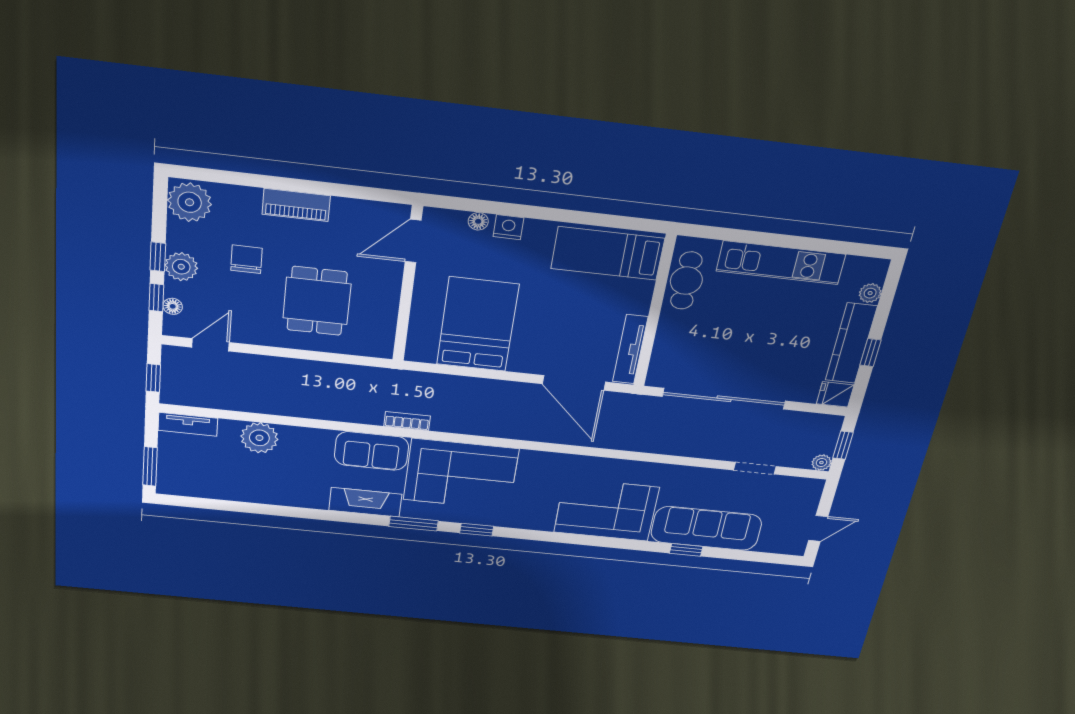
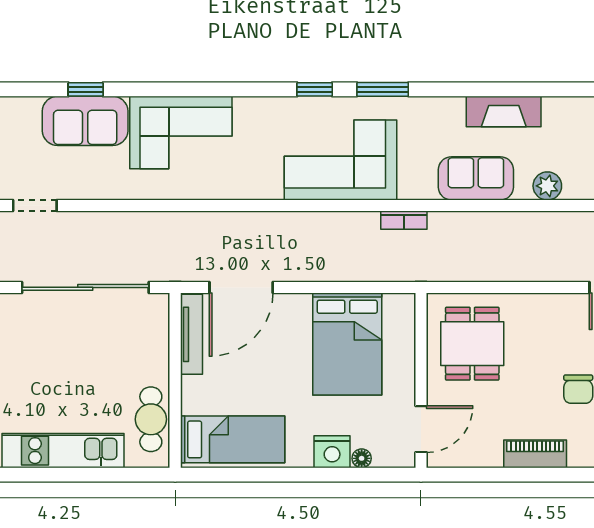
nightstand: (508, 227) -> (332, 452), width x1.36, depth x1.33
dining table: (317, 301) -> (472, 344), moved
door: (574, 383) -> (241, 287), swing flipped
plant: (259, 438) -> (547, 186), width x0.73, depth x0.73
sofa: (372, 451) -> (476, 178), moved
fireplace: (365, 502) -> (504, 112), moved
sofa: (706, 528) -> (85, 121), width x0.73

